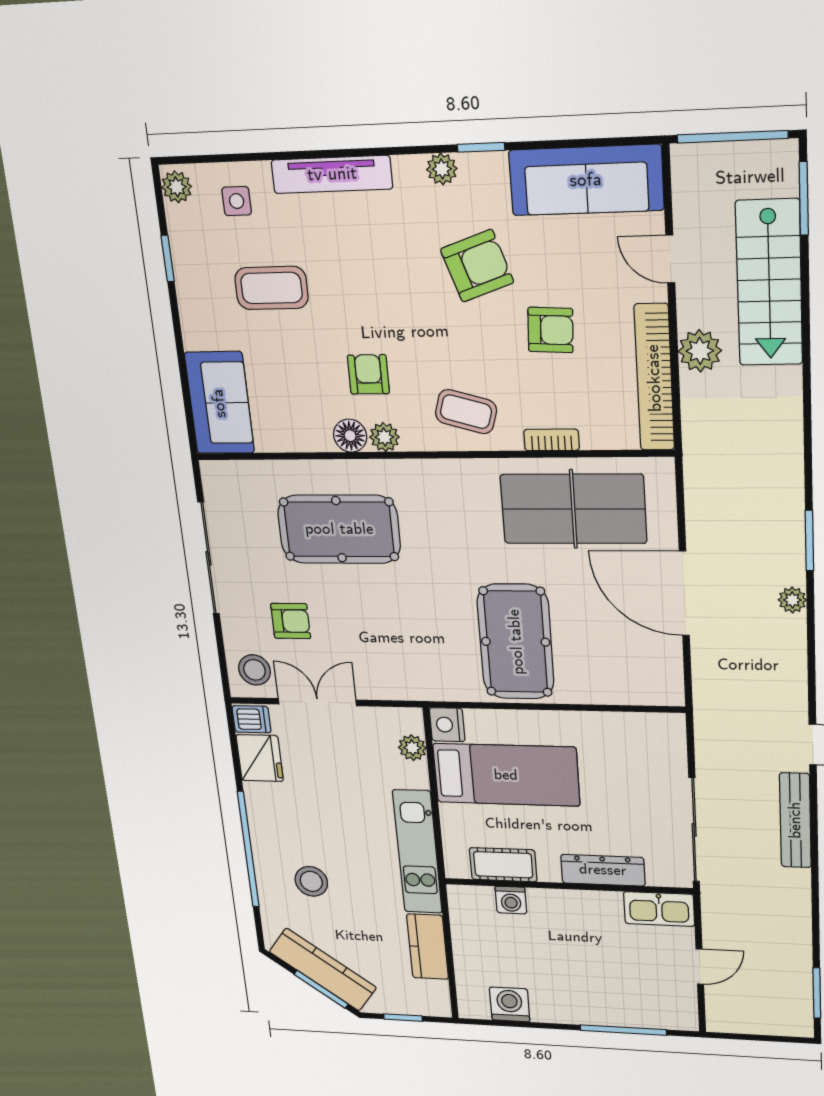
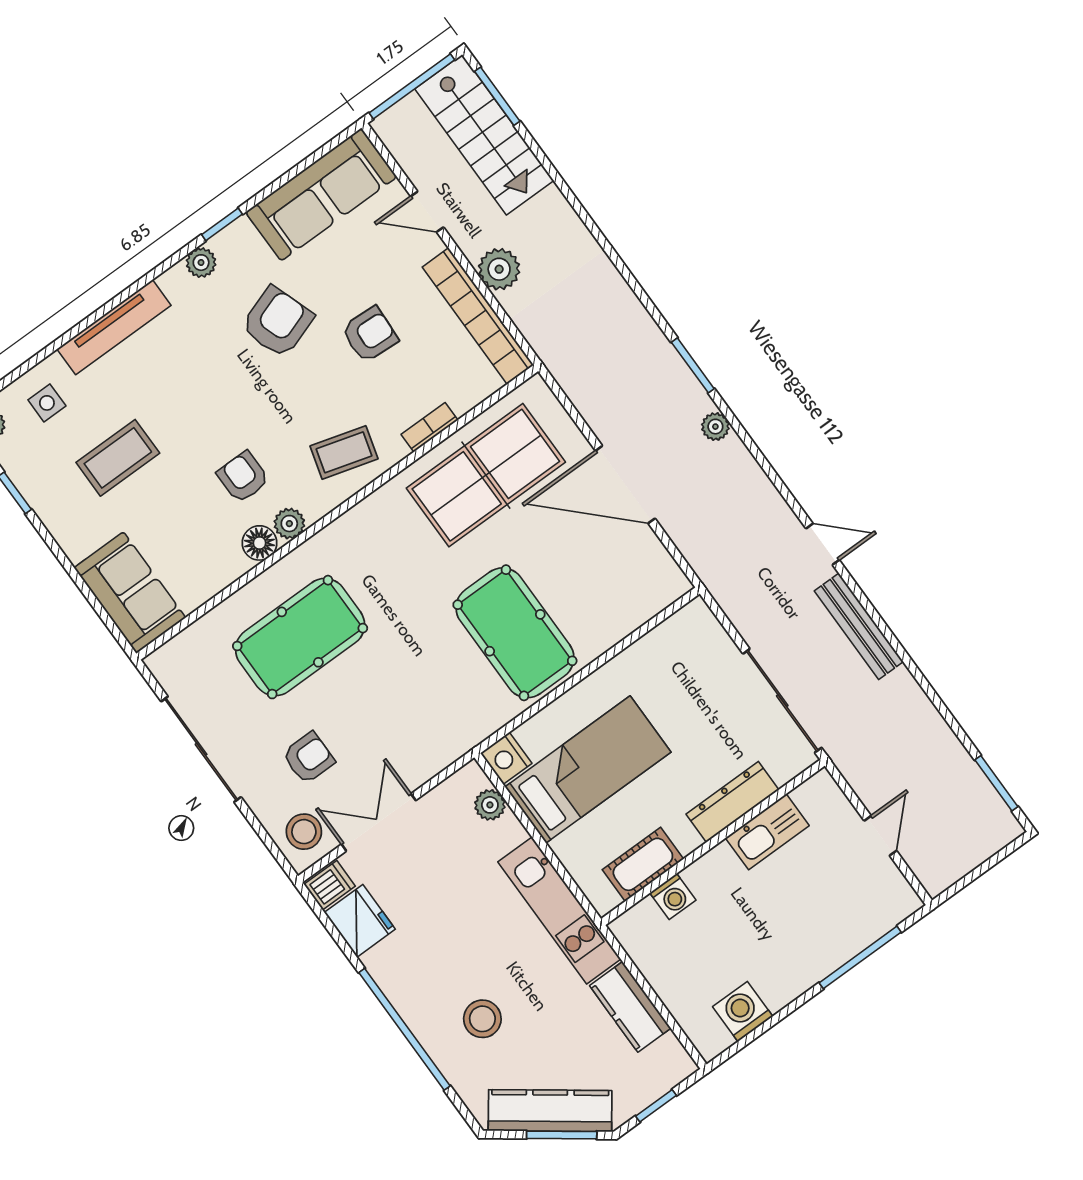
stairs: (769, 283) -> (484, 135), moved
kitchen sink: (659, 909) -> (767, 832), moved

